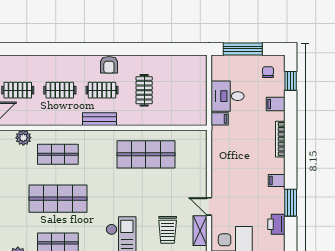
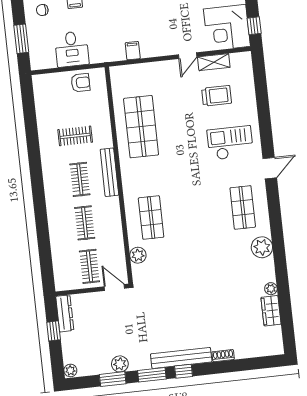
window: (243, 49) -> (21, 39), width x0.69
armchair: (109, 65) -> (80, 83), moved
bench: (100, 119) -> (109, 172), width x1.36
filing cabinet: (220, 119) -> (133, 51), moved
shop shelf: (58, 199) -> (197, 212), removed

